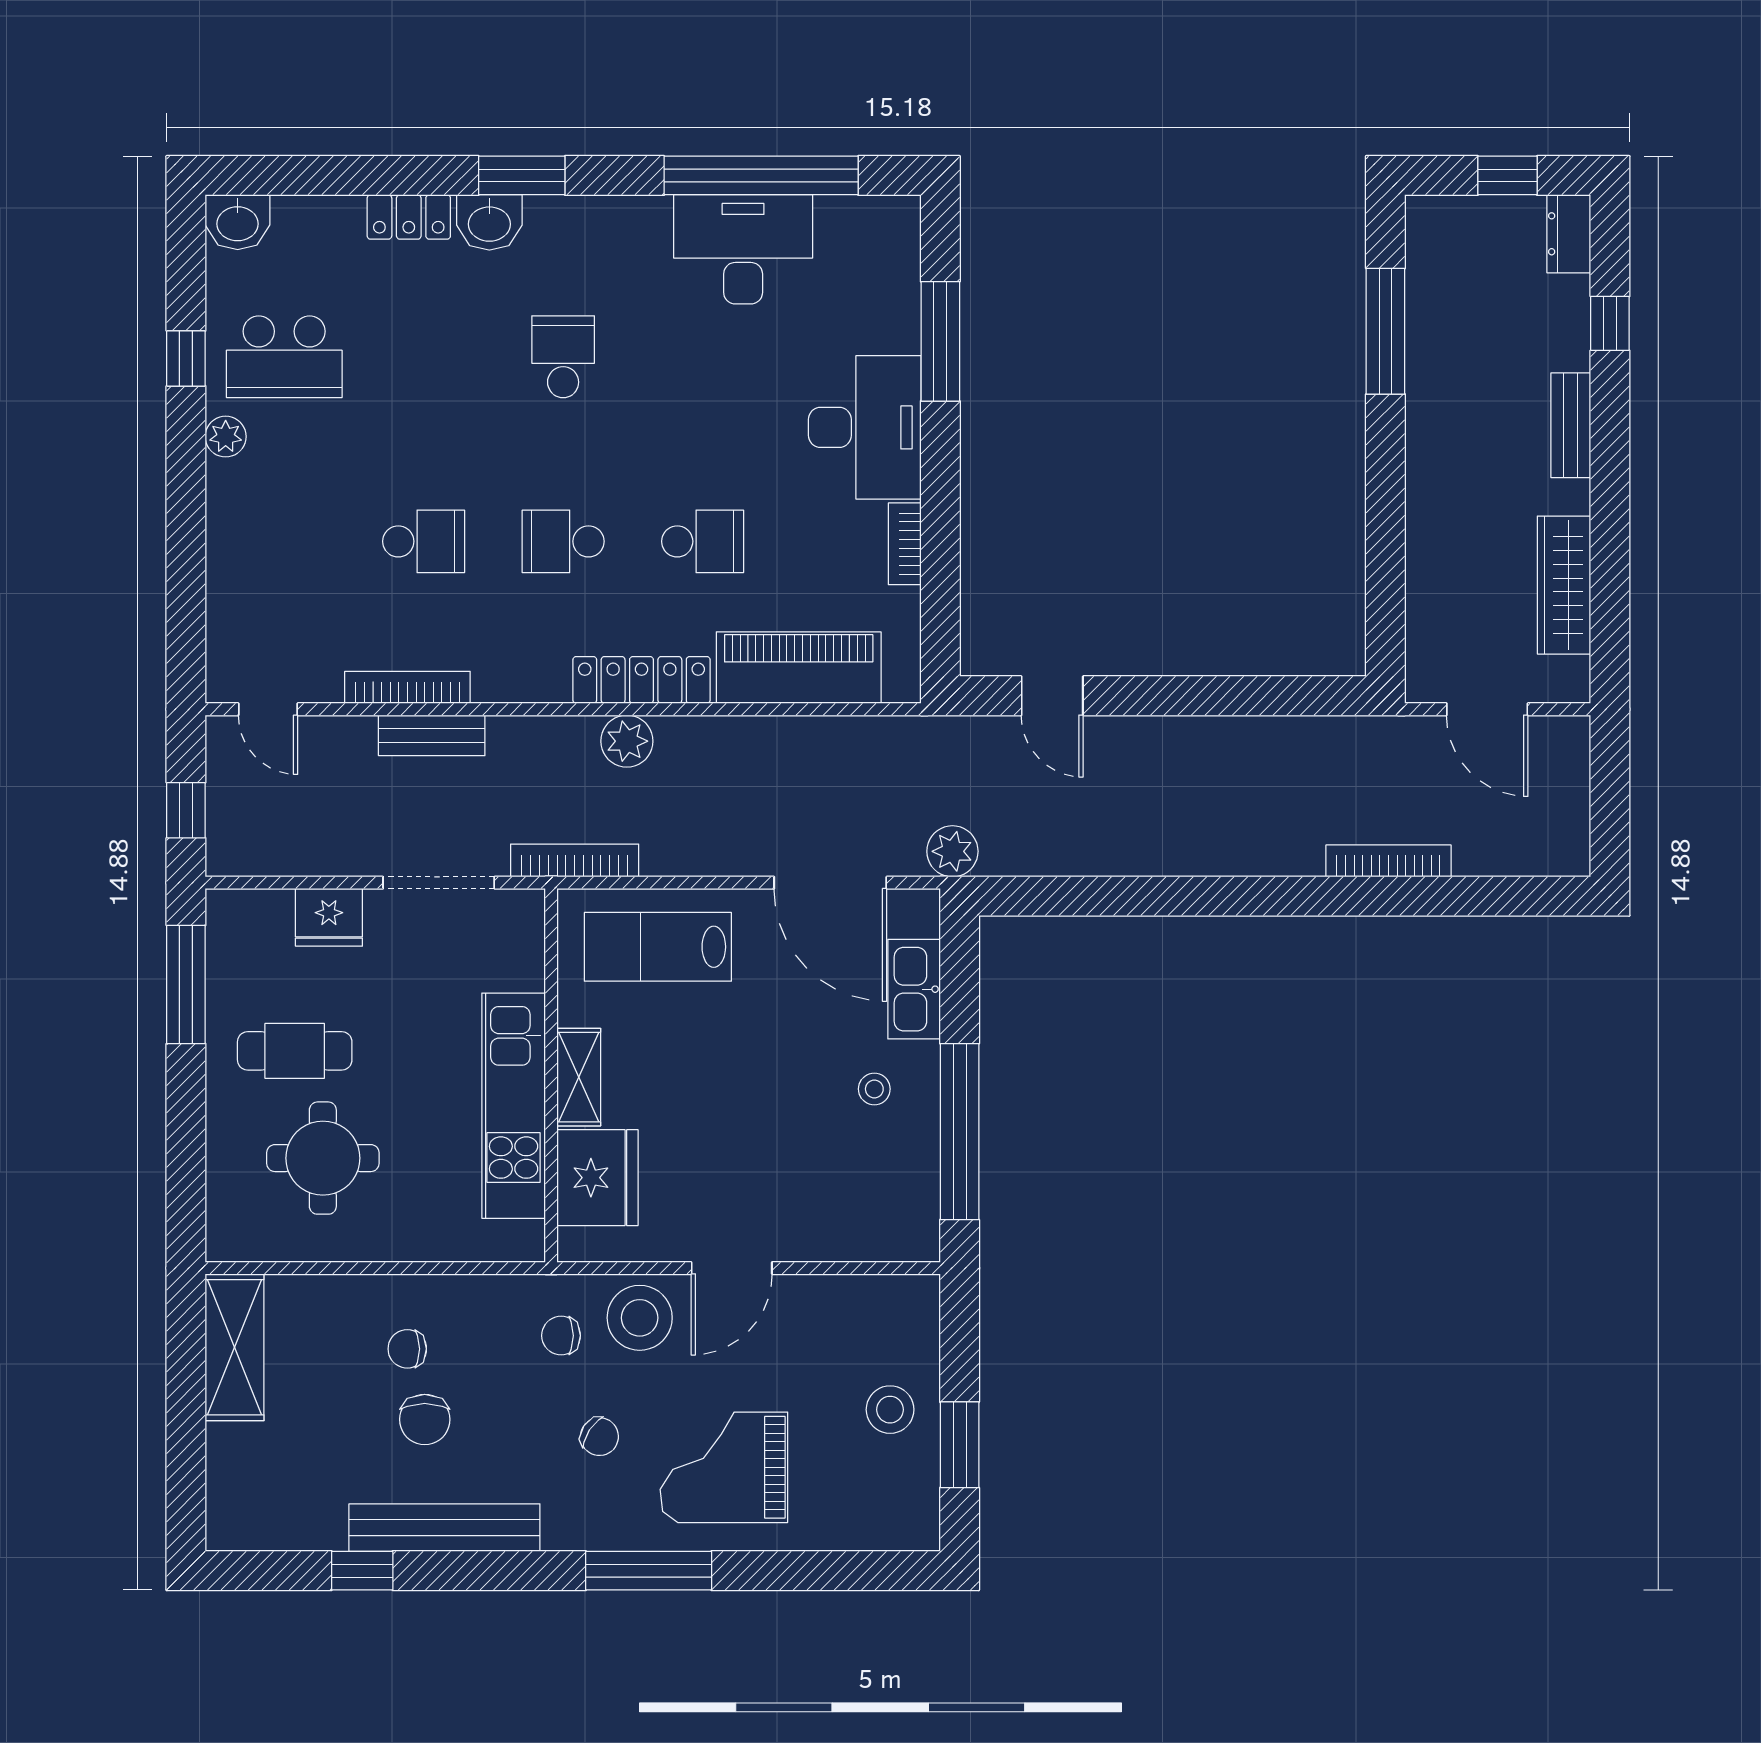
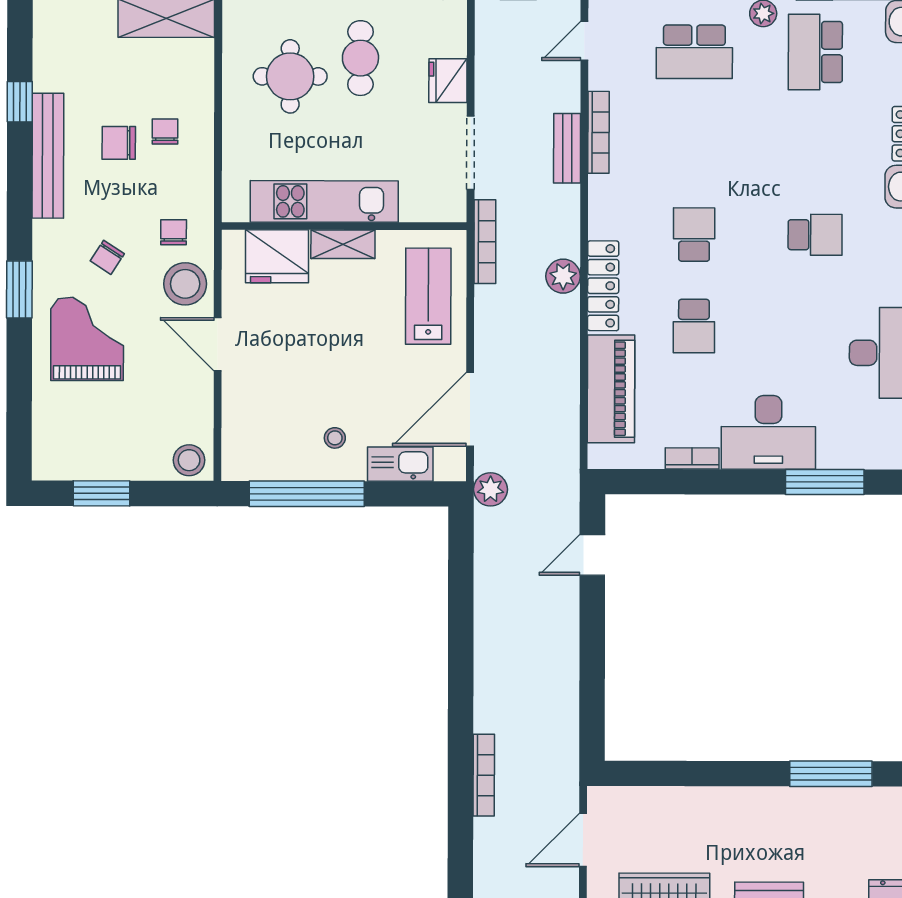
school desk: (424, 541) -> (694, 52), moved, width x1.85
stool: (890, 1410) -> (189, 460), moved
window: (649, 1571) -> (19, 289), width x0.69

